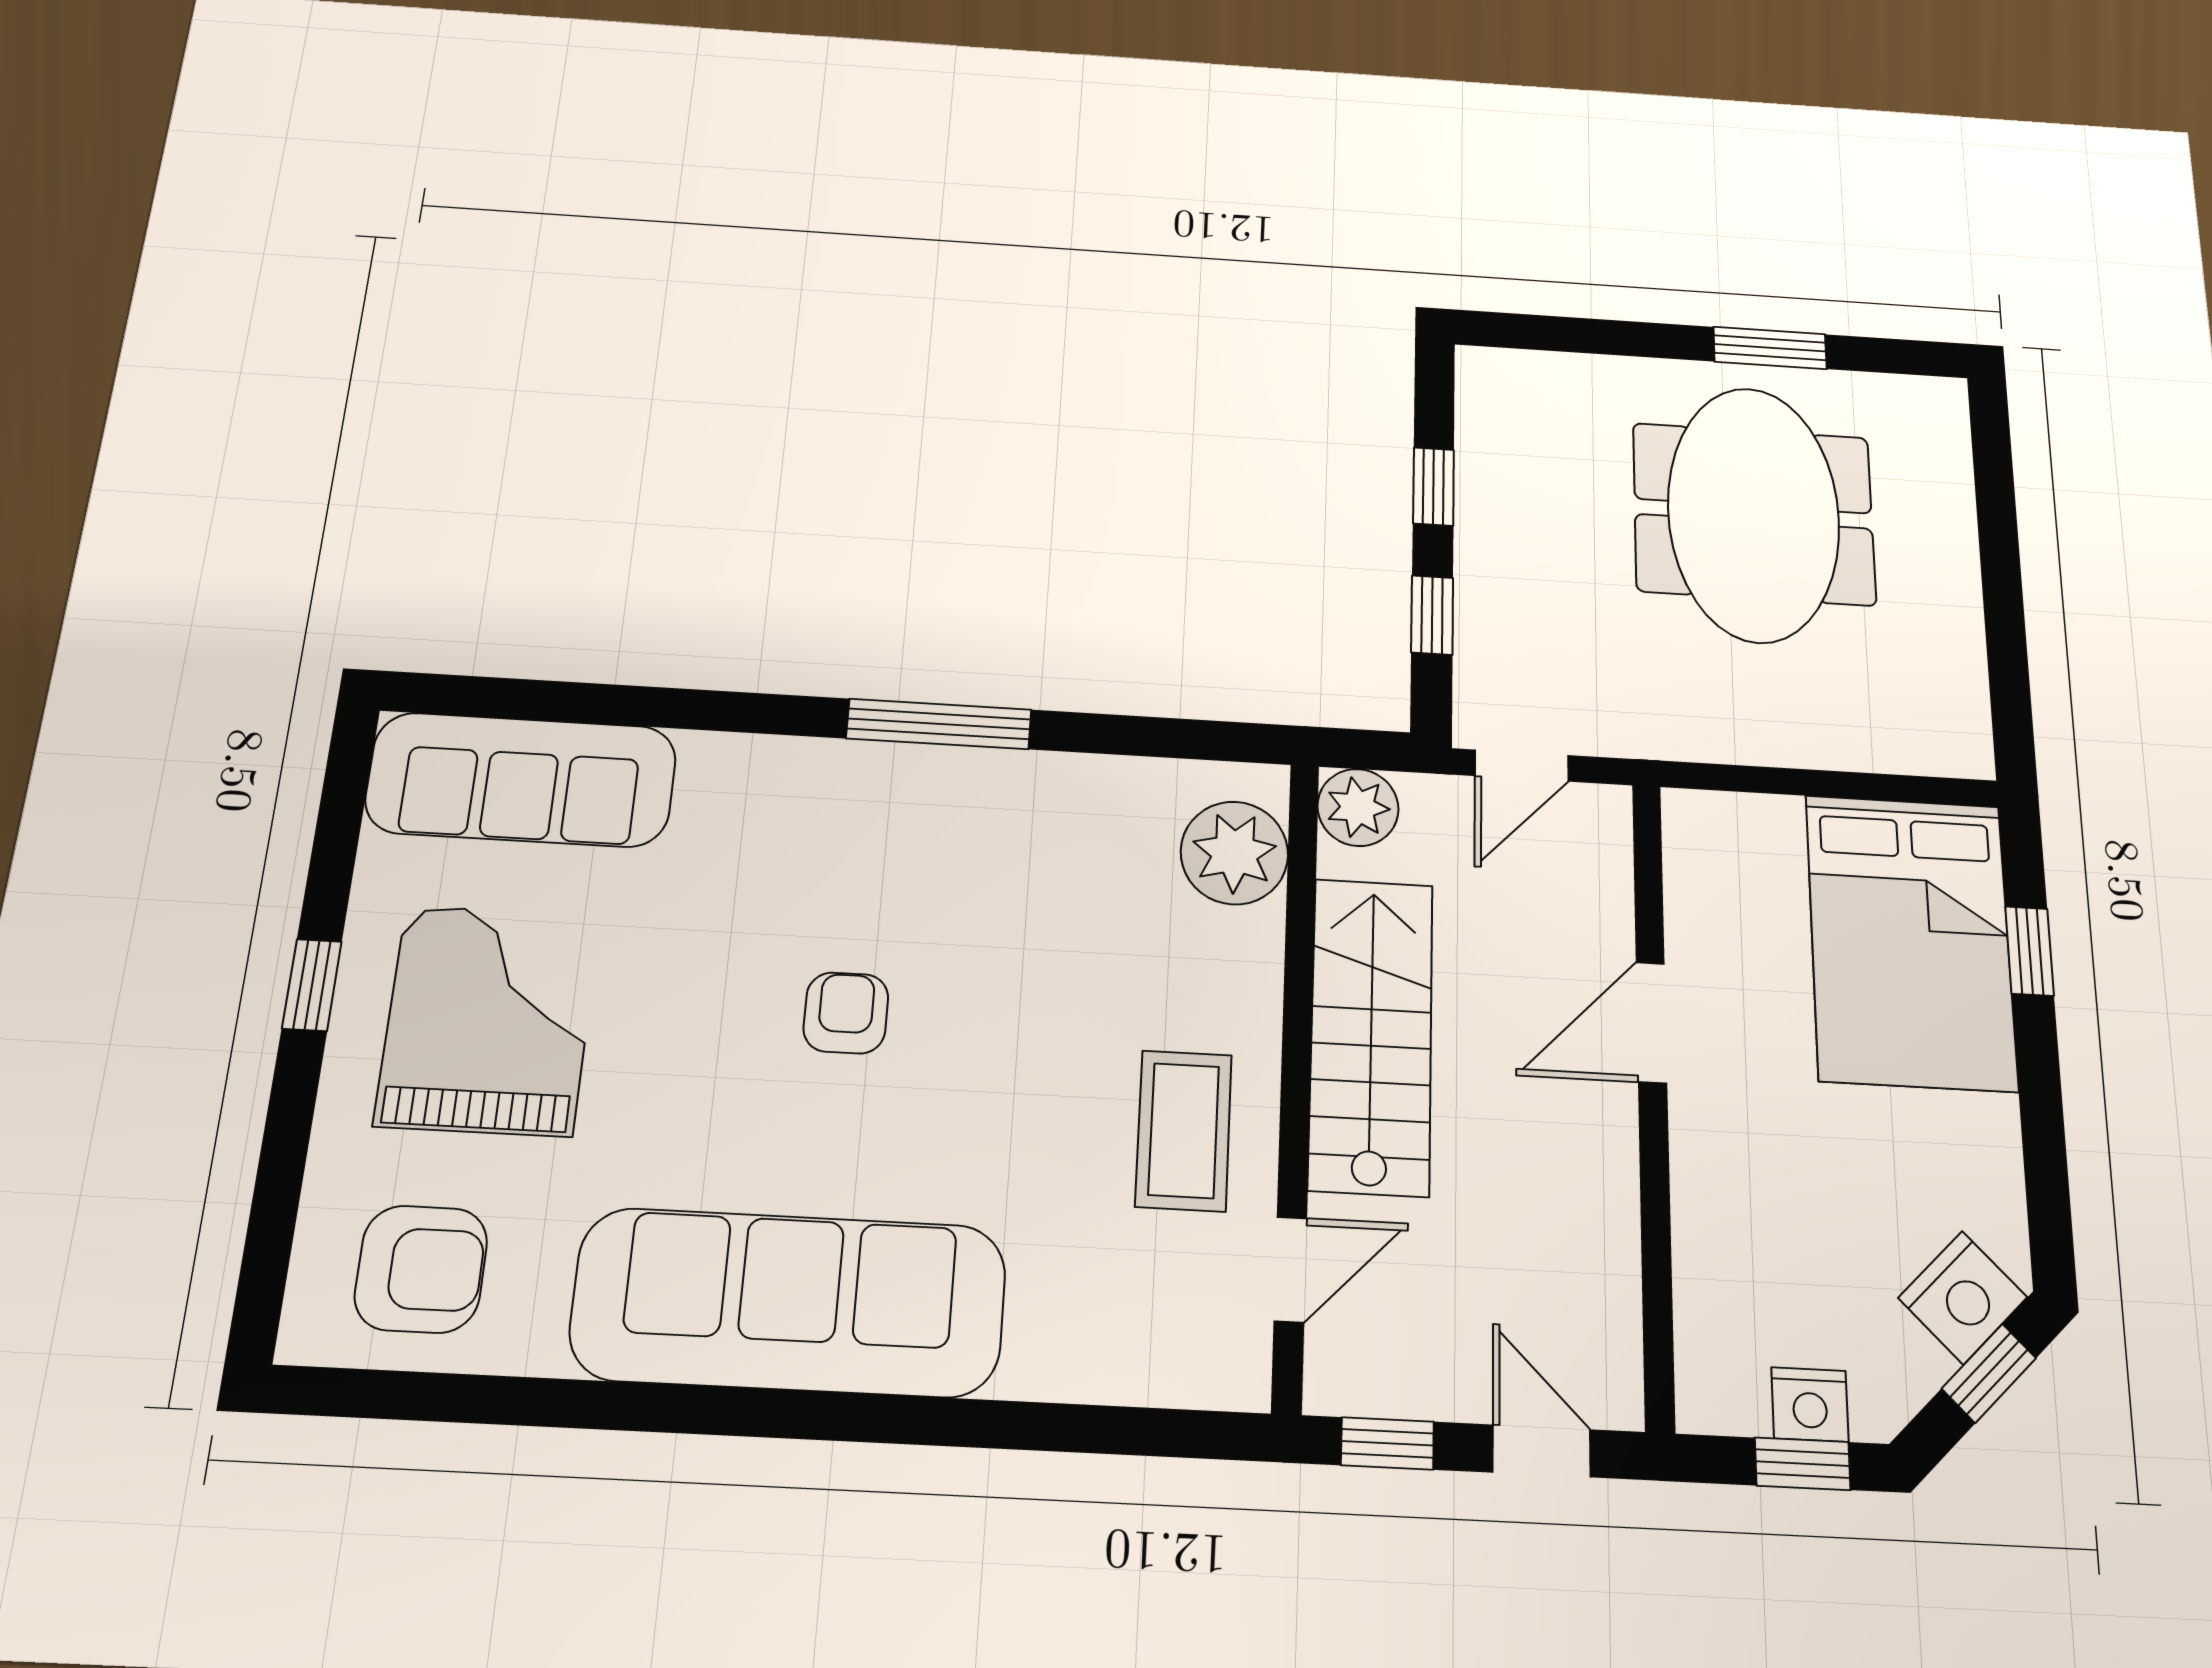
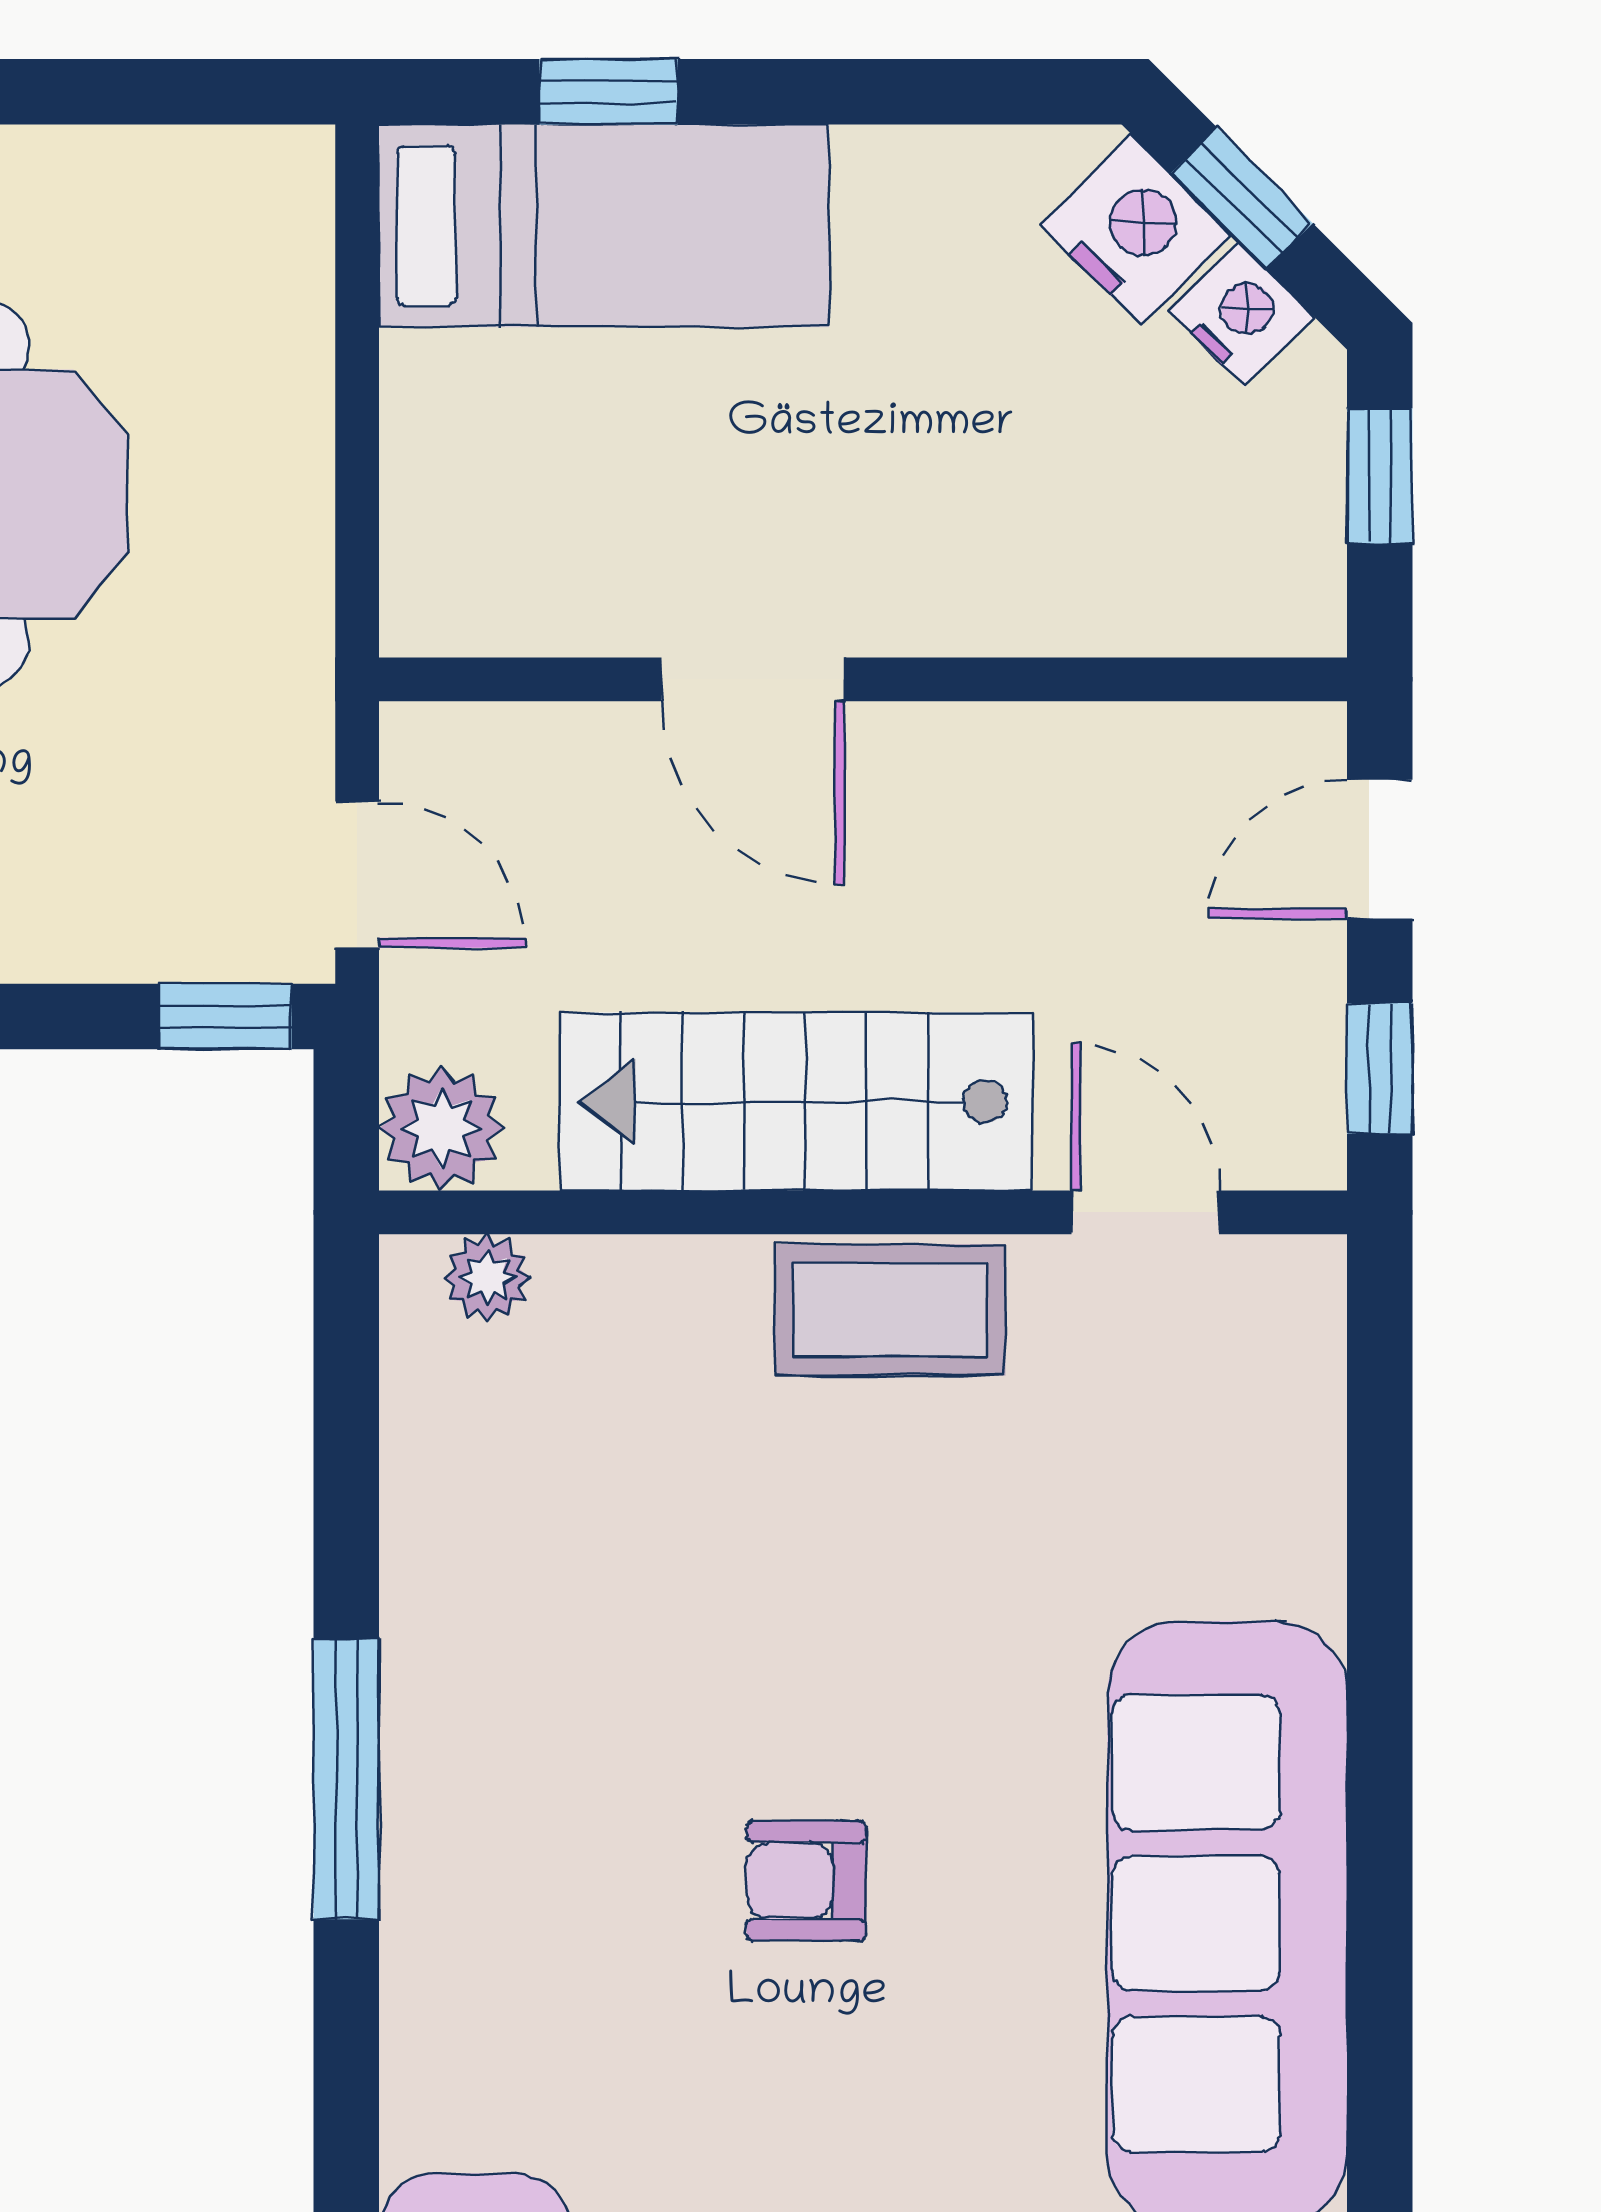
window: (1432, 615) -> (225, 1017), moved
plant: (1234, 853) -> (487, 1278), width x0.53, depth x0.53
bed: (1910, 941) -> (604, 226), width x0.67
coffee table: (1184, 1130) -> (890, 1310), moved
nightstand: (1810, 1404) -> (1241, 314), moved, turned -45

